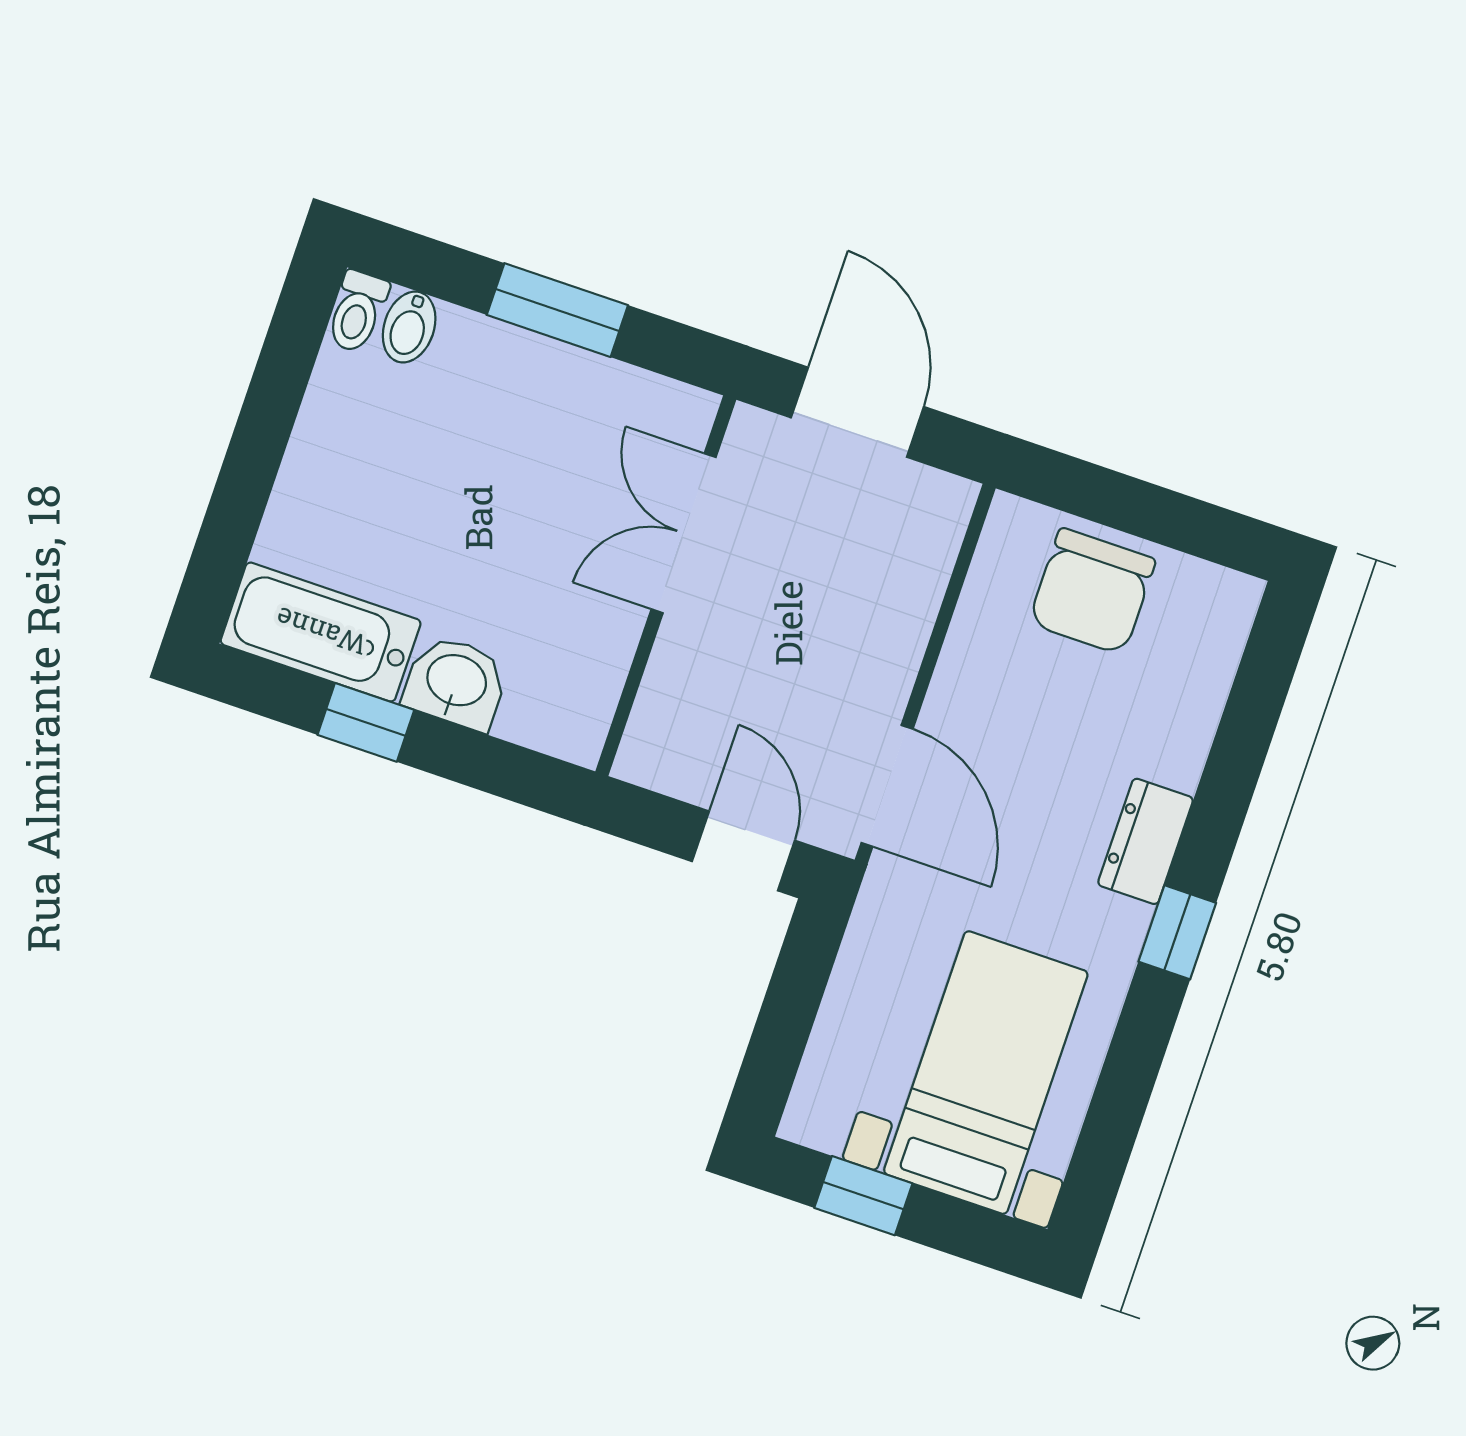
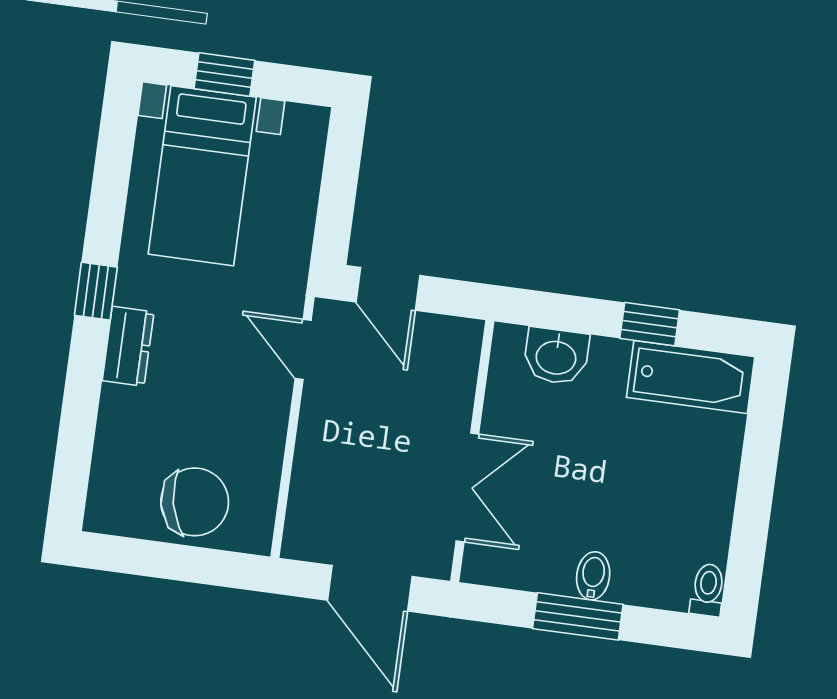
bidet: (409, 327) -> (593, 576), moved
chair: (1092, 591) -> (195, 502), turned 78
washbasin: (456, 682) -> (556, 356), moved
door: (887, 786) -> (303, 349), width x0.73
window: (863, 1196) -> (224, 74), moved

